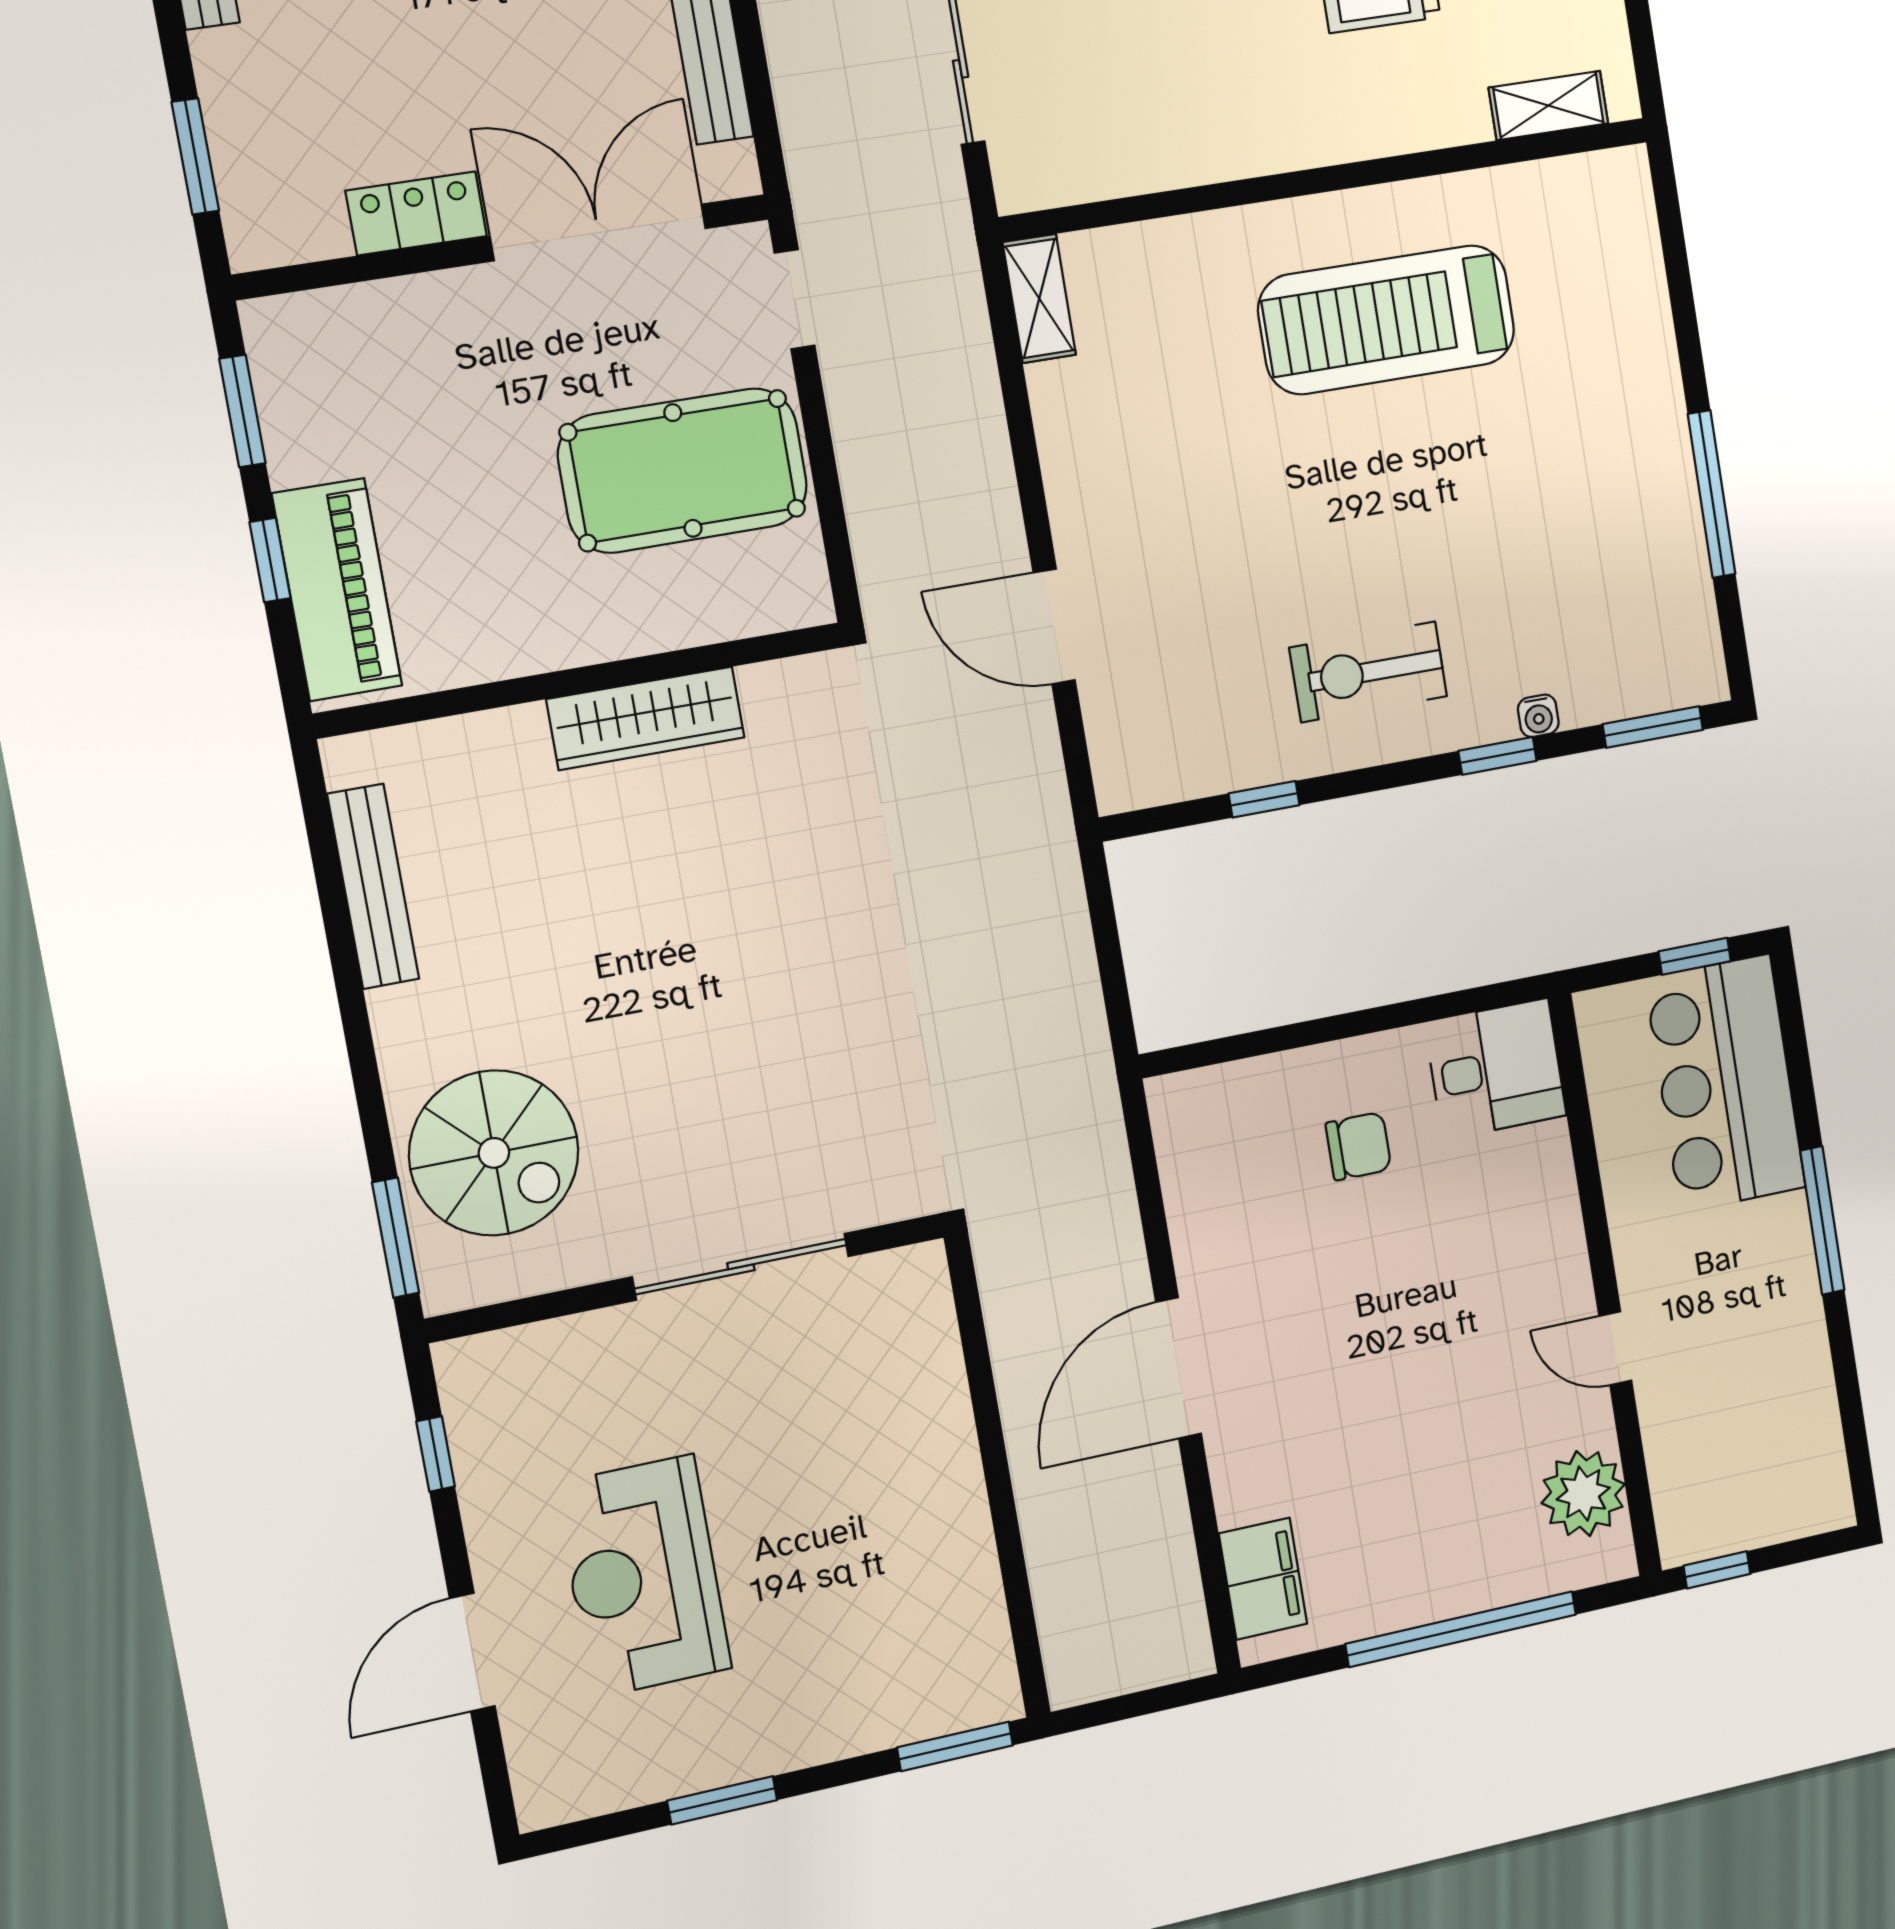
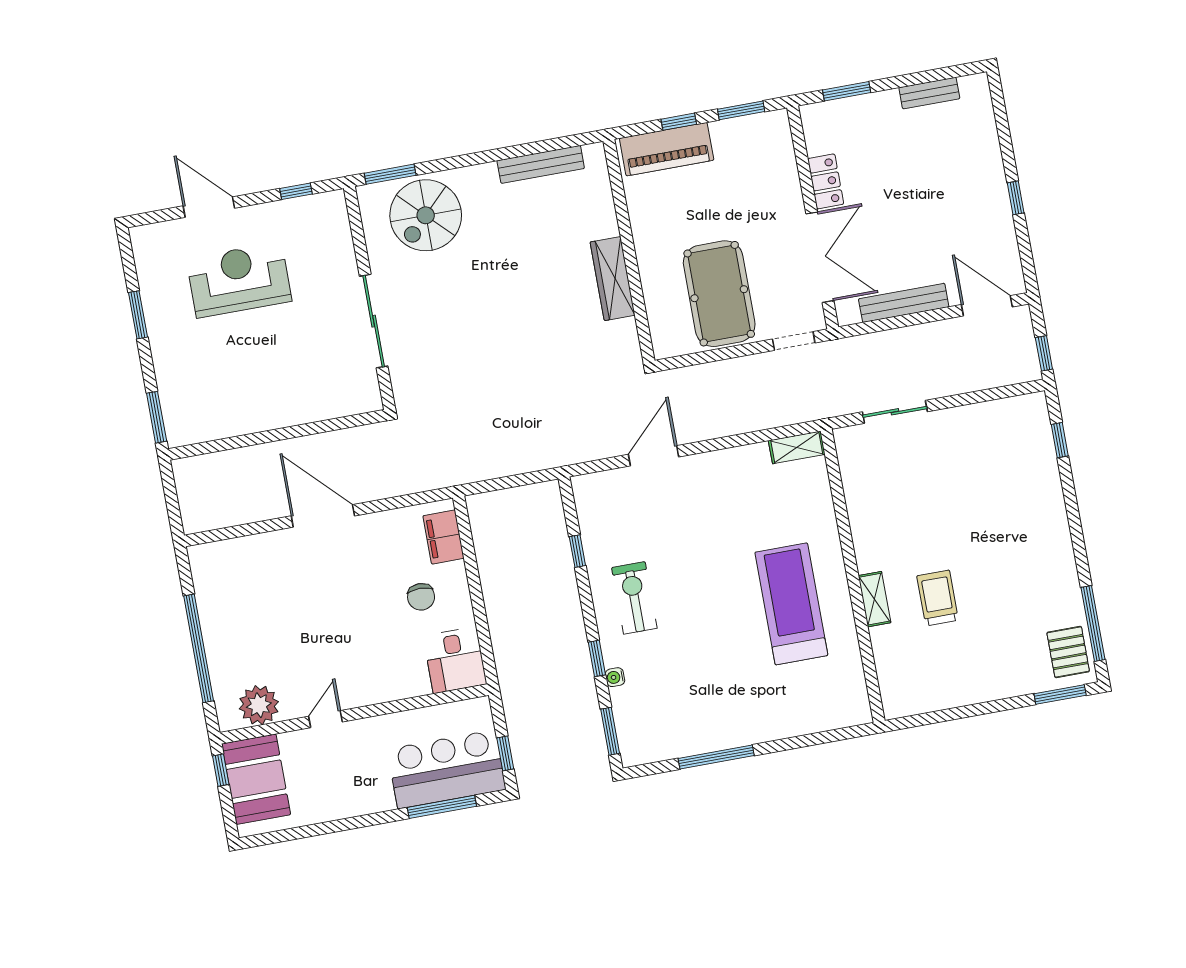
shelving: (1548, 106) -> (874, 599), moved
window: (1822, 1220) -> (442, 807), moved
booth: (1737, 1493) -> (256, 779), added
filing cabinet: (1263, 1579) -> (444, 537), moved, turned 90

